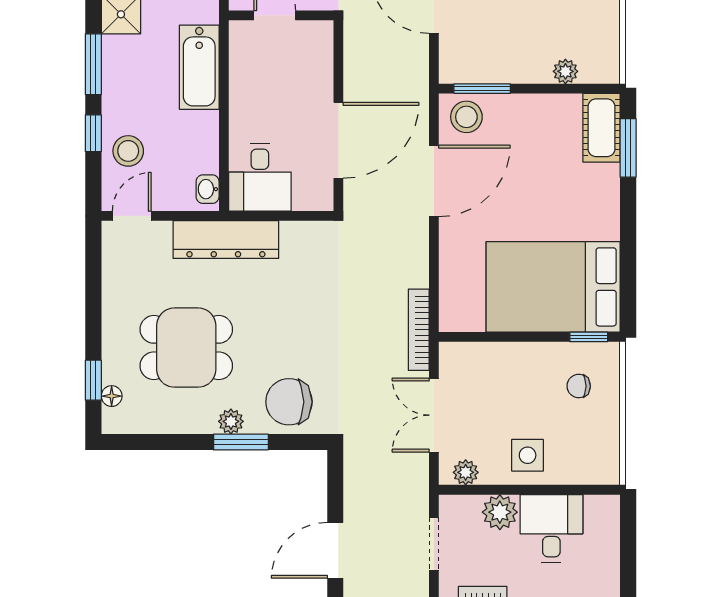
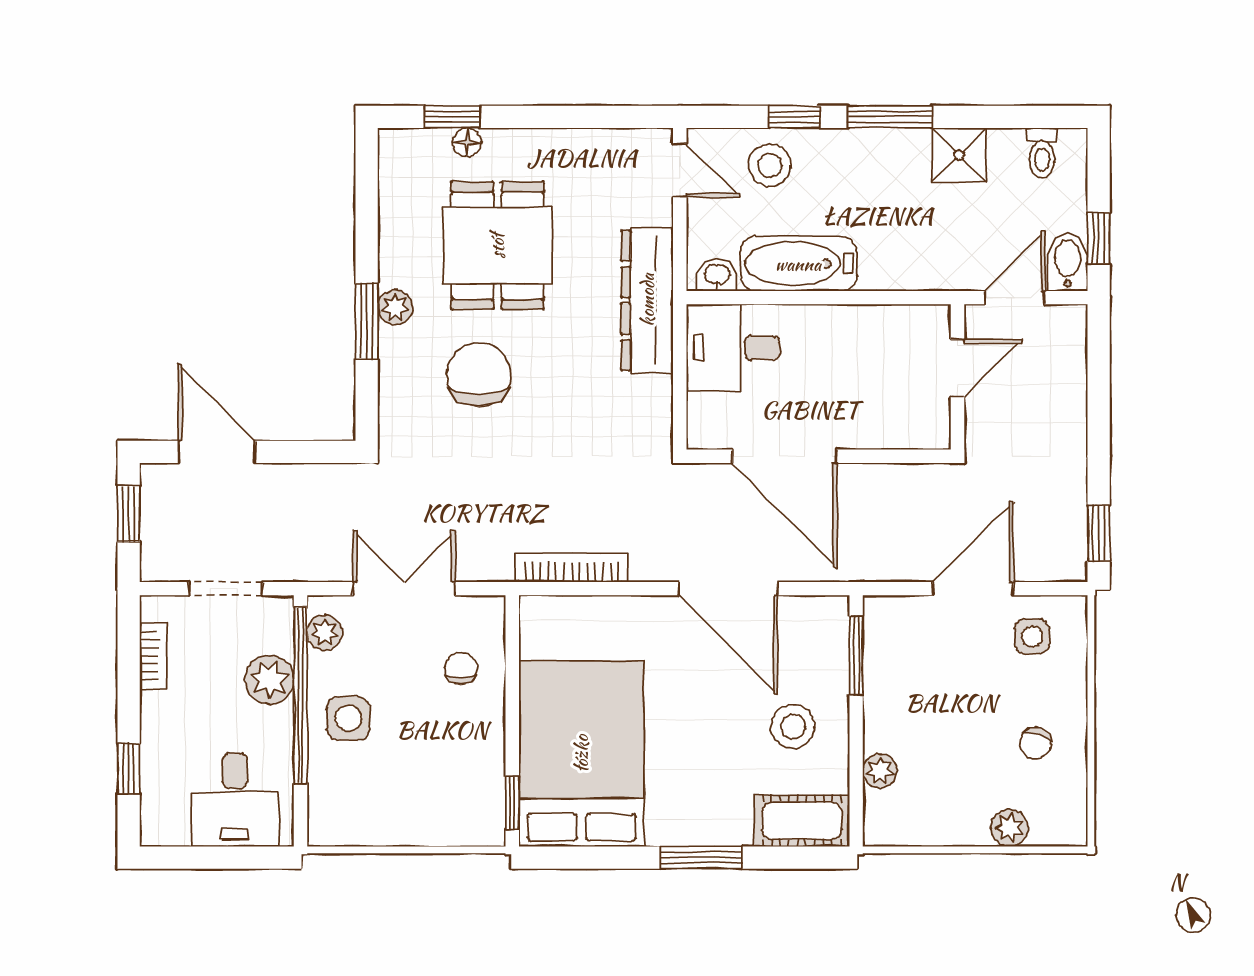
bathtub: (199, 67) -> (798, 264), moved
stool: (466, 117) -> (793, 726), moved
window: (628, 148) -> (701, 858), moved
bookcase: (419, 330) -> (572, 568), moved
chair: (579, 386) -> (461, 668), moved
floor lamp: (112, 396) -> (467, 142), moved
chair: (289, 402) -> (479, 375), moved
window: (511, 490) -> (301, 695), added
desk: (551, 528) -> (235, 800), moved, turned 90

